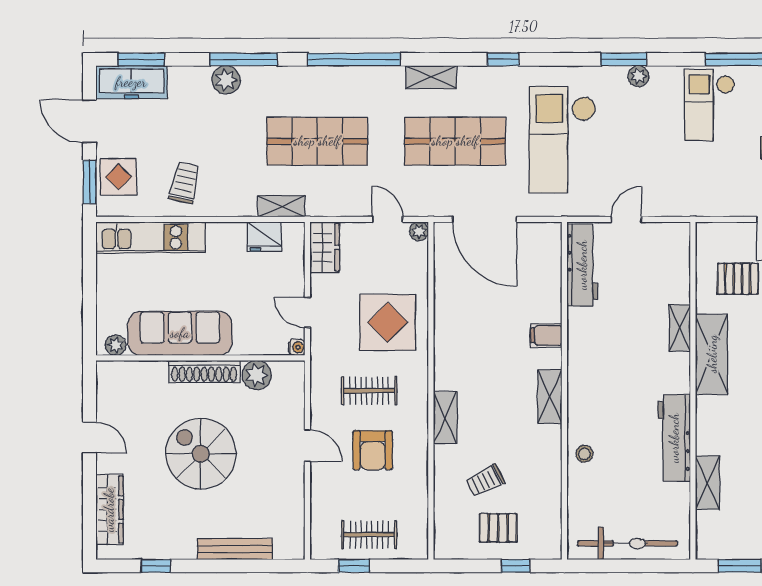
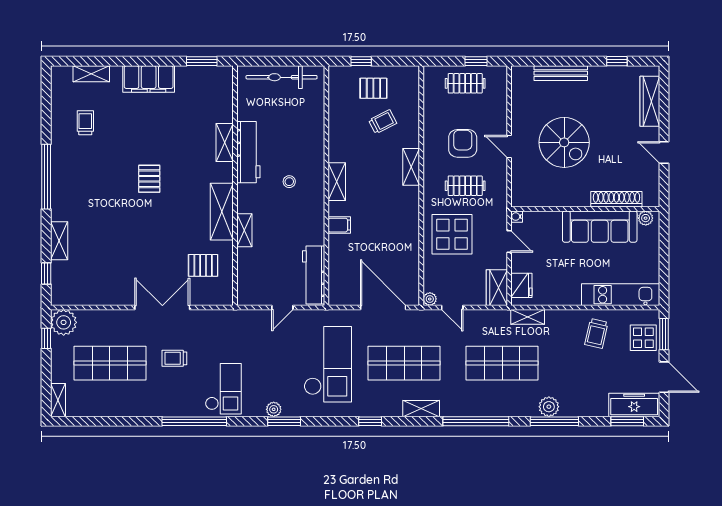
plant: (226, 80) -> (549, 407), moved
fridge: (264, 237) -> (521, 285), moved, turned 90
shoe rack: (204, 372) -> (616, 199), moved
plant: (257, 375) -> (545, 197), removed
spiral stairs: (201, 454) -> (564, 142), moved
stool: (584, 454) -> (289, 182), moved
shelving: (708, 483) -> (225, 142), moved

